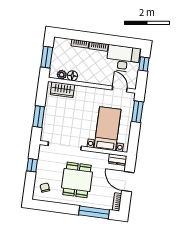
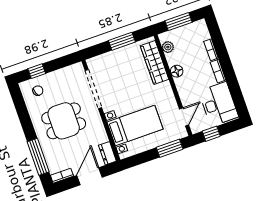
window: (144, 64) -> (211, 134), moved
floor lamp: (72, 76) -> (177, 71), moved
wardrobe: (62, 90) -> (155, 63), width x1.50
window: (39, 117) -> (122, 41), moved
window: (32, 165) -> (37, 71), moved

